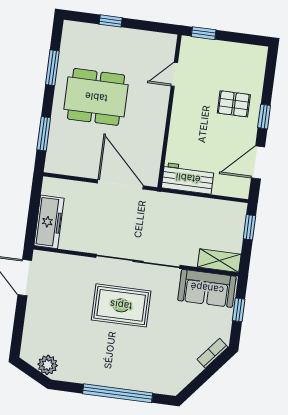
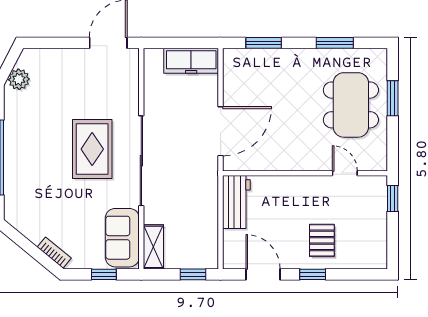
window: (111, 21) -> (393, 98), width x1.50
dining table: (96, 97) -> (351, 105), moved
freezer: (49, 222) -> (191, 61), moved

